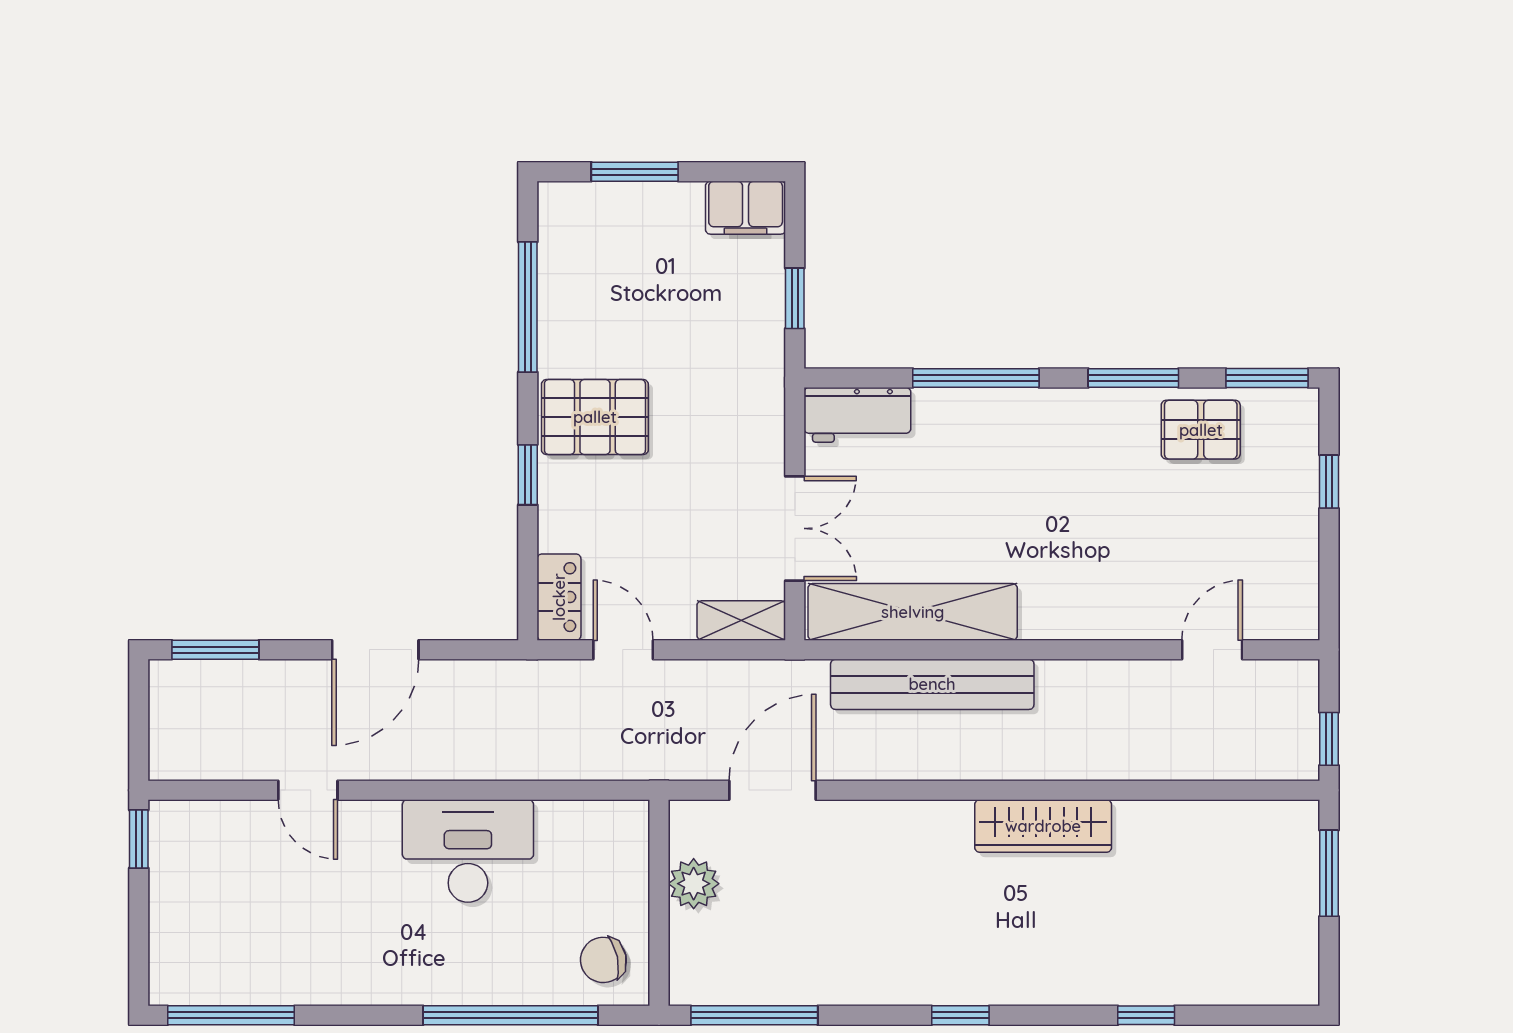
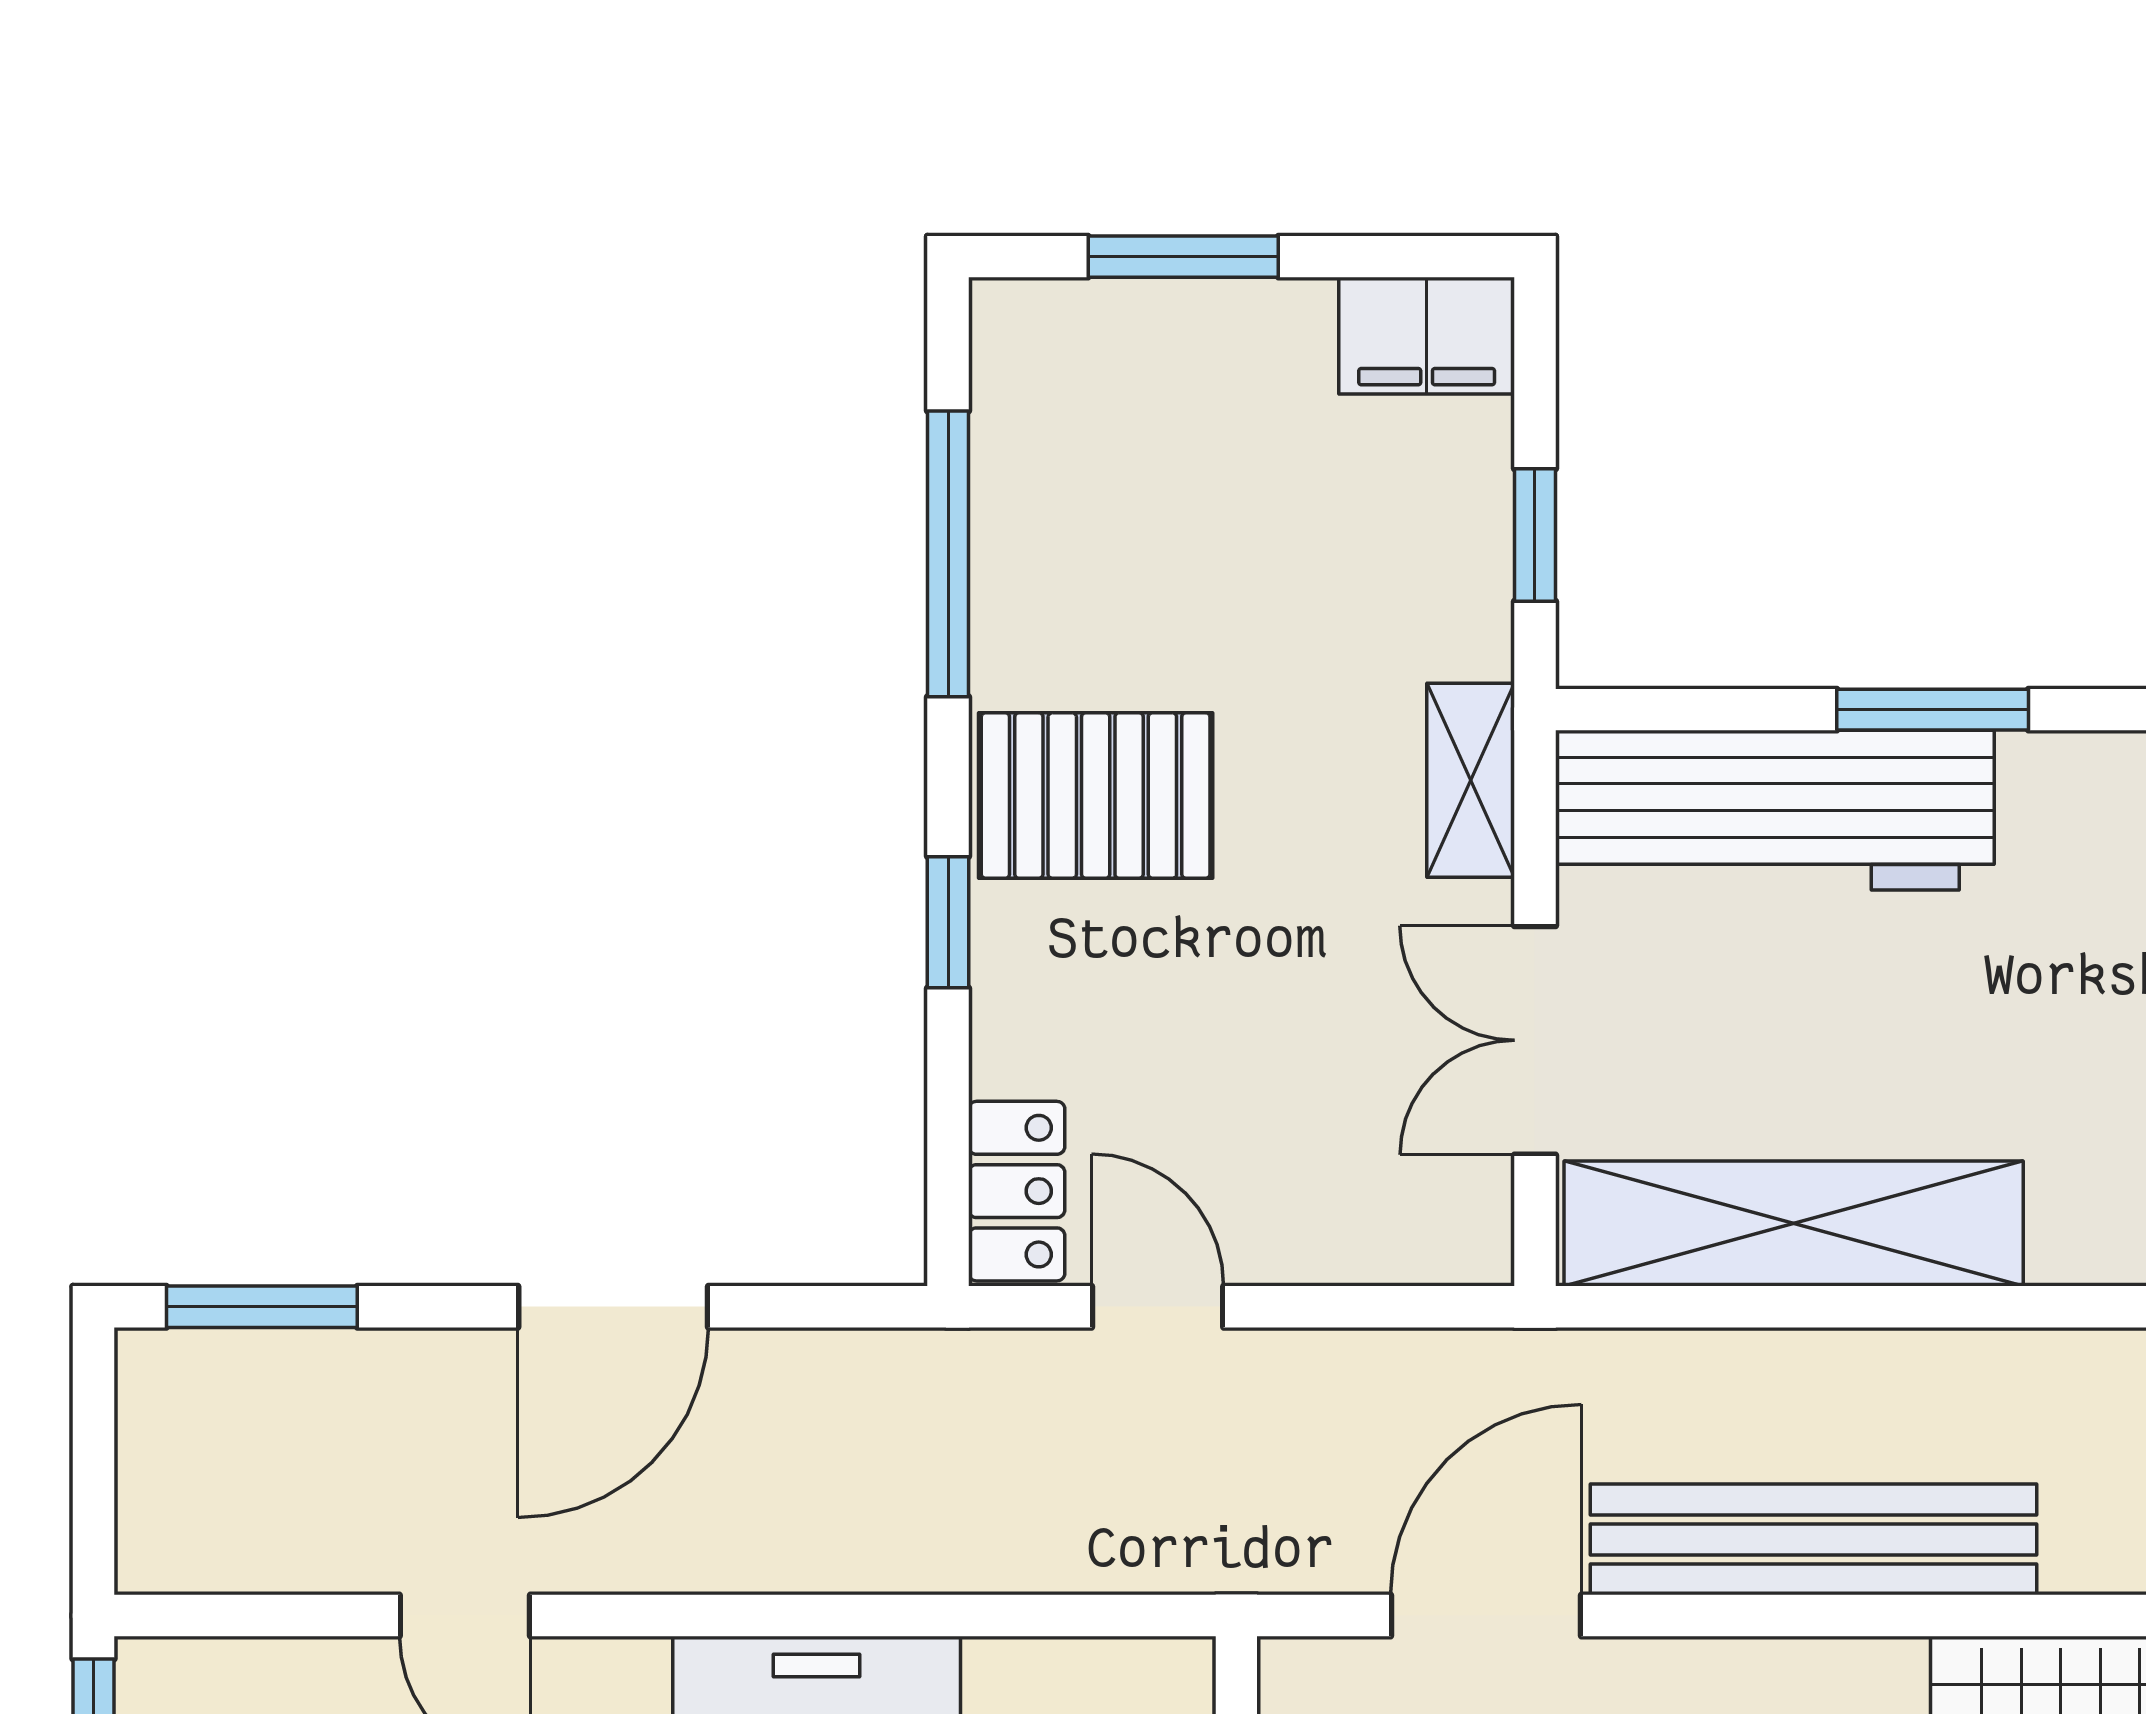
window: (976, 378) -> (1933, 710), width x0.69
workbench: (857, 415) -> (1775, 810), width x1.88, depth x1.32
double door: (795, 528) -> (1535, 1040), swing flipped
shelving: (741, 620) -> (1471, 780), moved, turned 90
bench: (932, 684) -> (1814, 1539), moved

